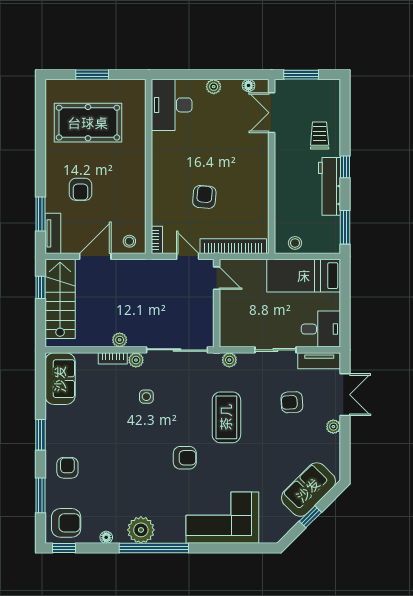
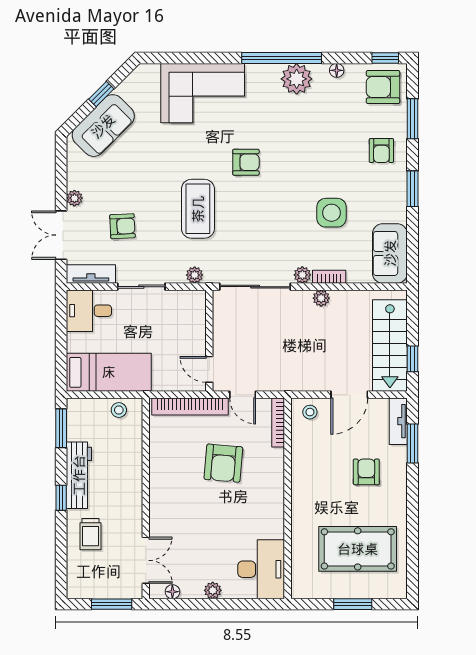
armchair: (204, 197) -> (223, 463), width x1.38, depth x1.38
bookcase: (157, 240) -> (278, 422), width x1.56
side table: (146, 397) -> (331, 213), moved, width x1.87, depth x1.87
armchair: (185, 458) -> (246, 162), turned 180

